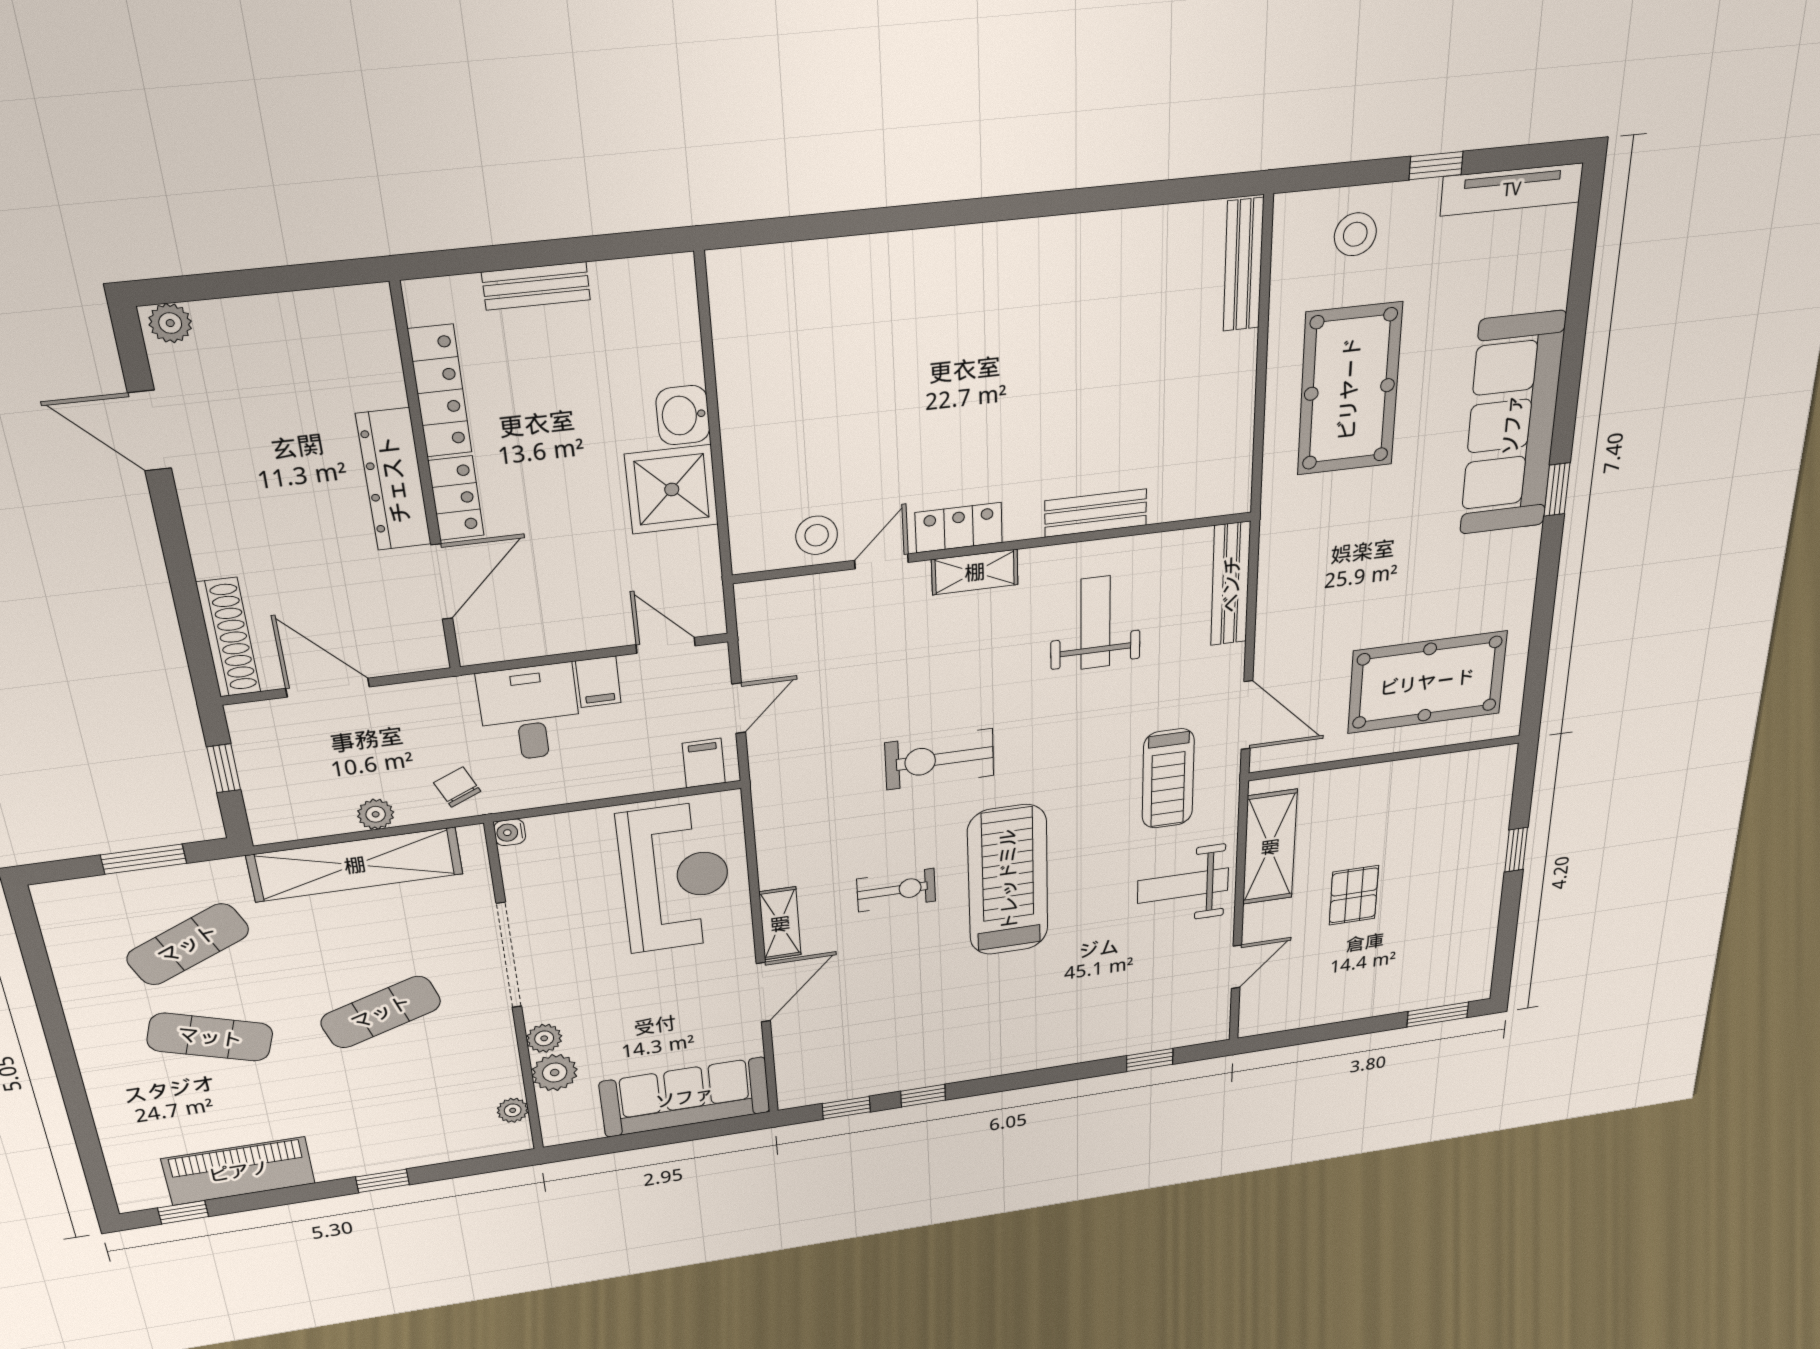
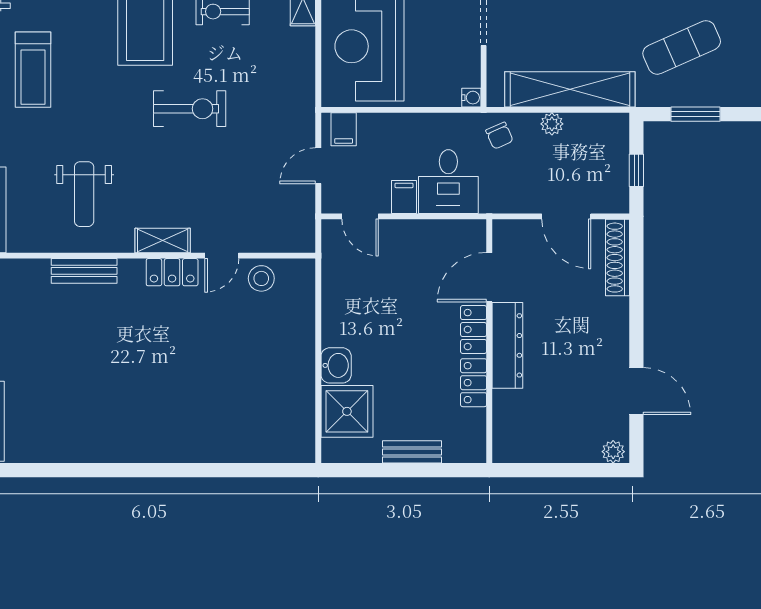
locker: (440, 391) -> (474, 383), width x0.66
shower: (672, 489) -> (347, 411), moved
treadmill: (1168, 779) -> (33, 70), turned 180

